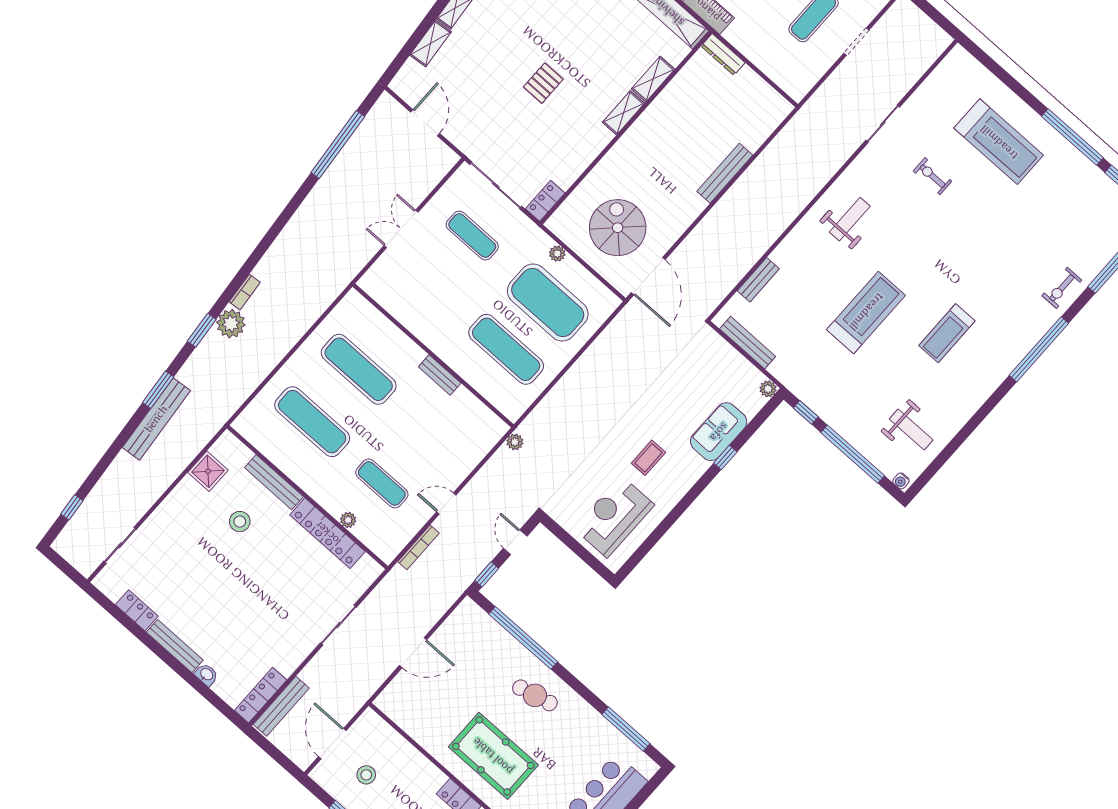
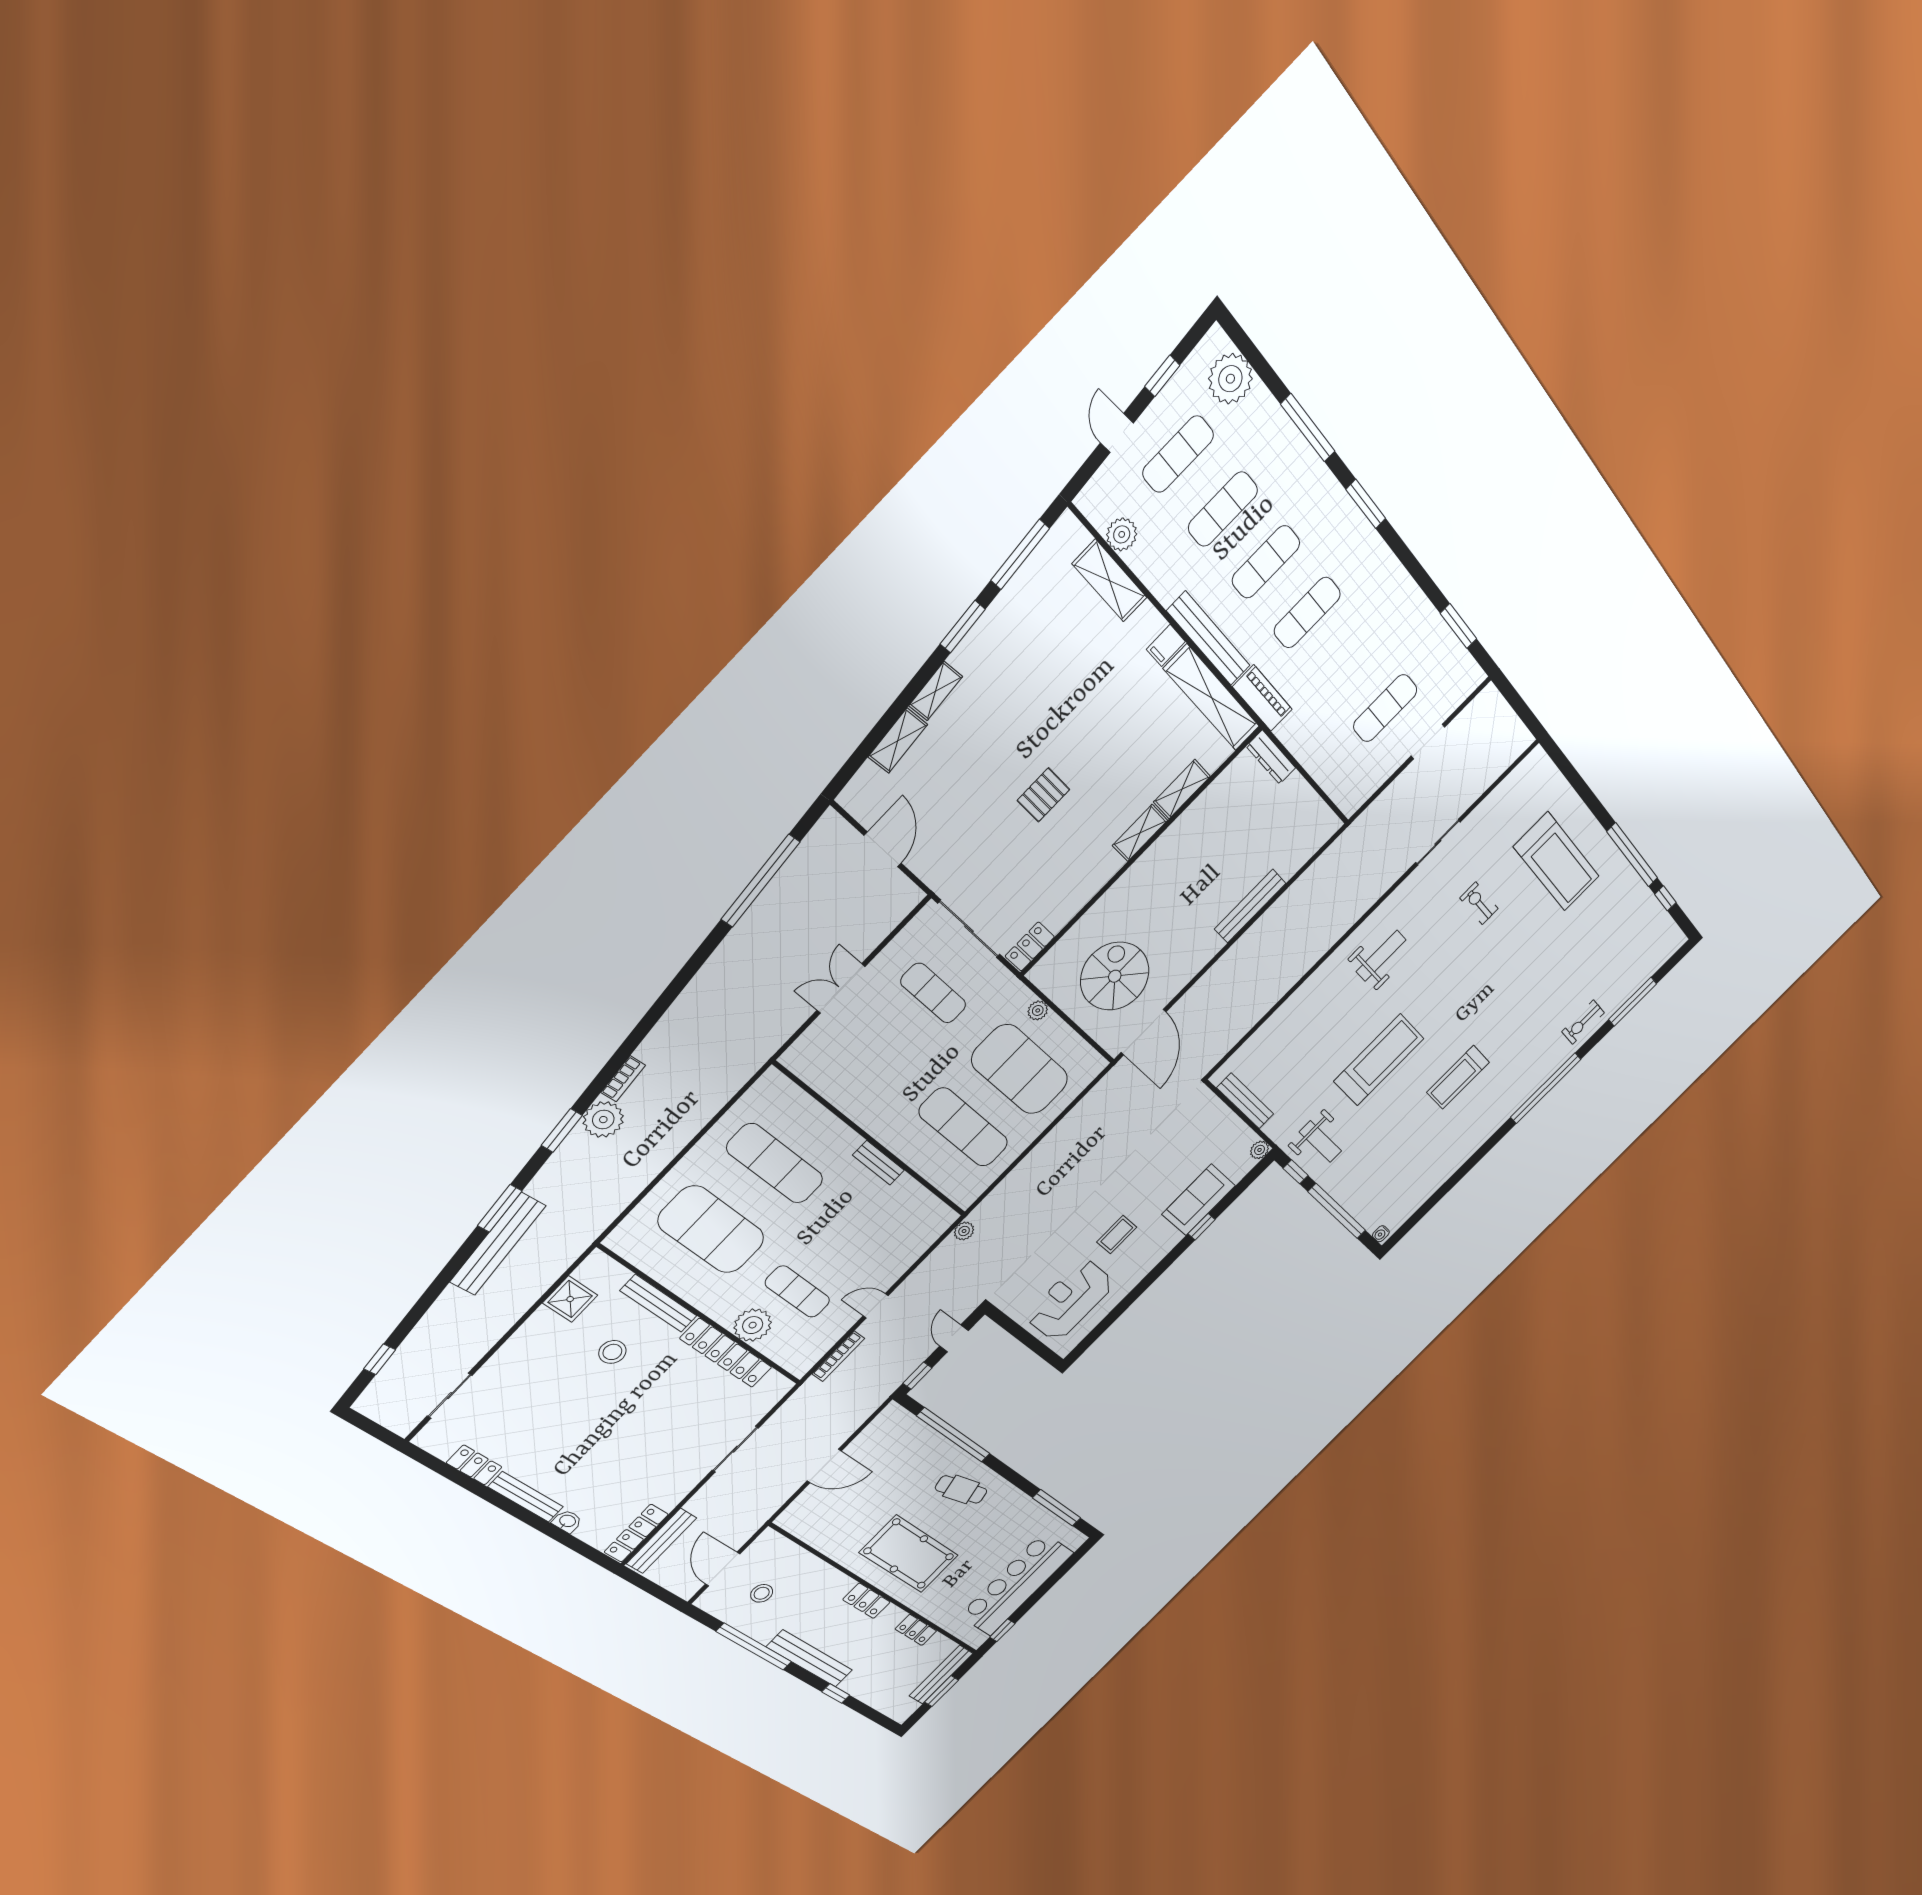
bench: (758, 280) -> (1268, 1030), removed
exercise mat: (312, 422) -> (711, 1230), width x1.47
weight bench: (911, 429) -> (1320, 1141), moved
plant: (348, 520) -> (753, 1325), width x1.88, depth x1.88

